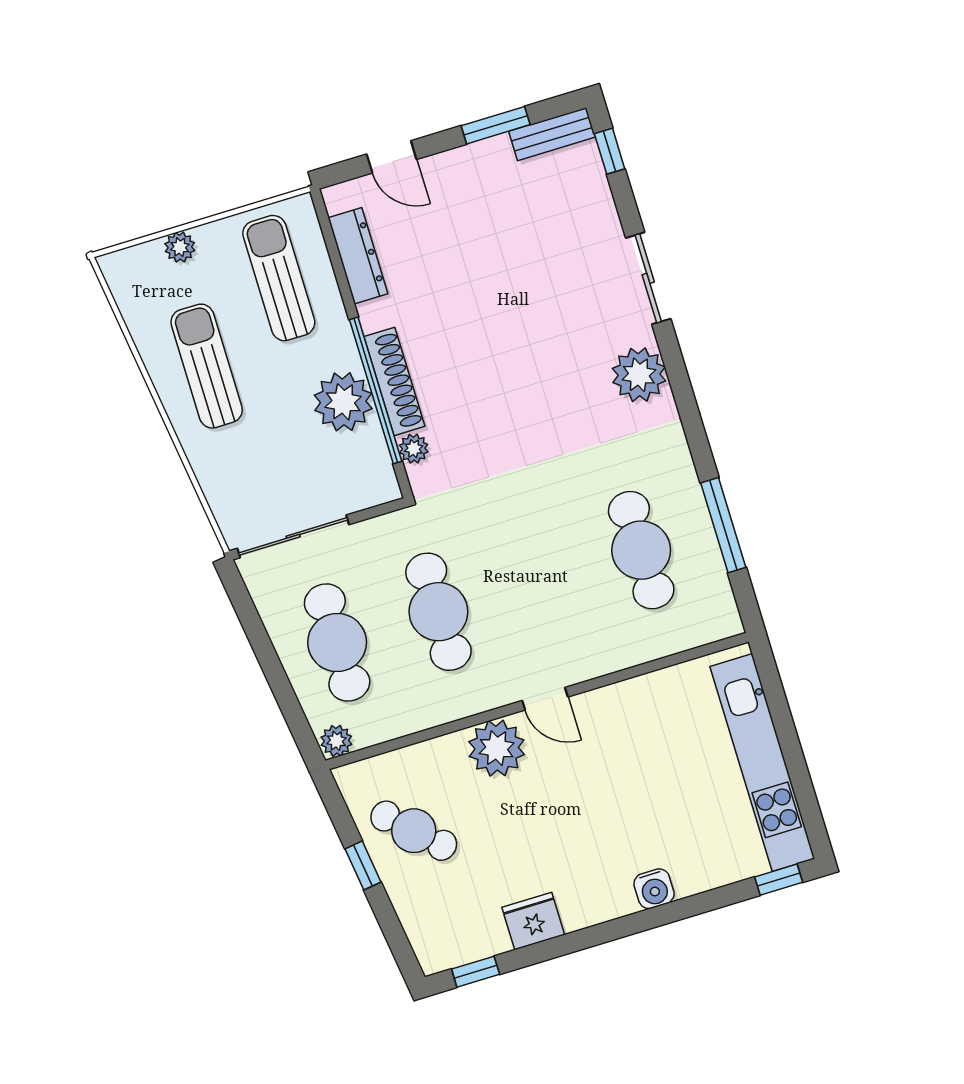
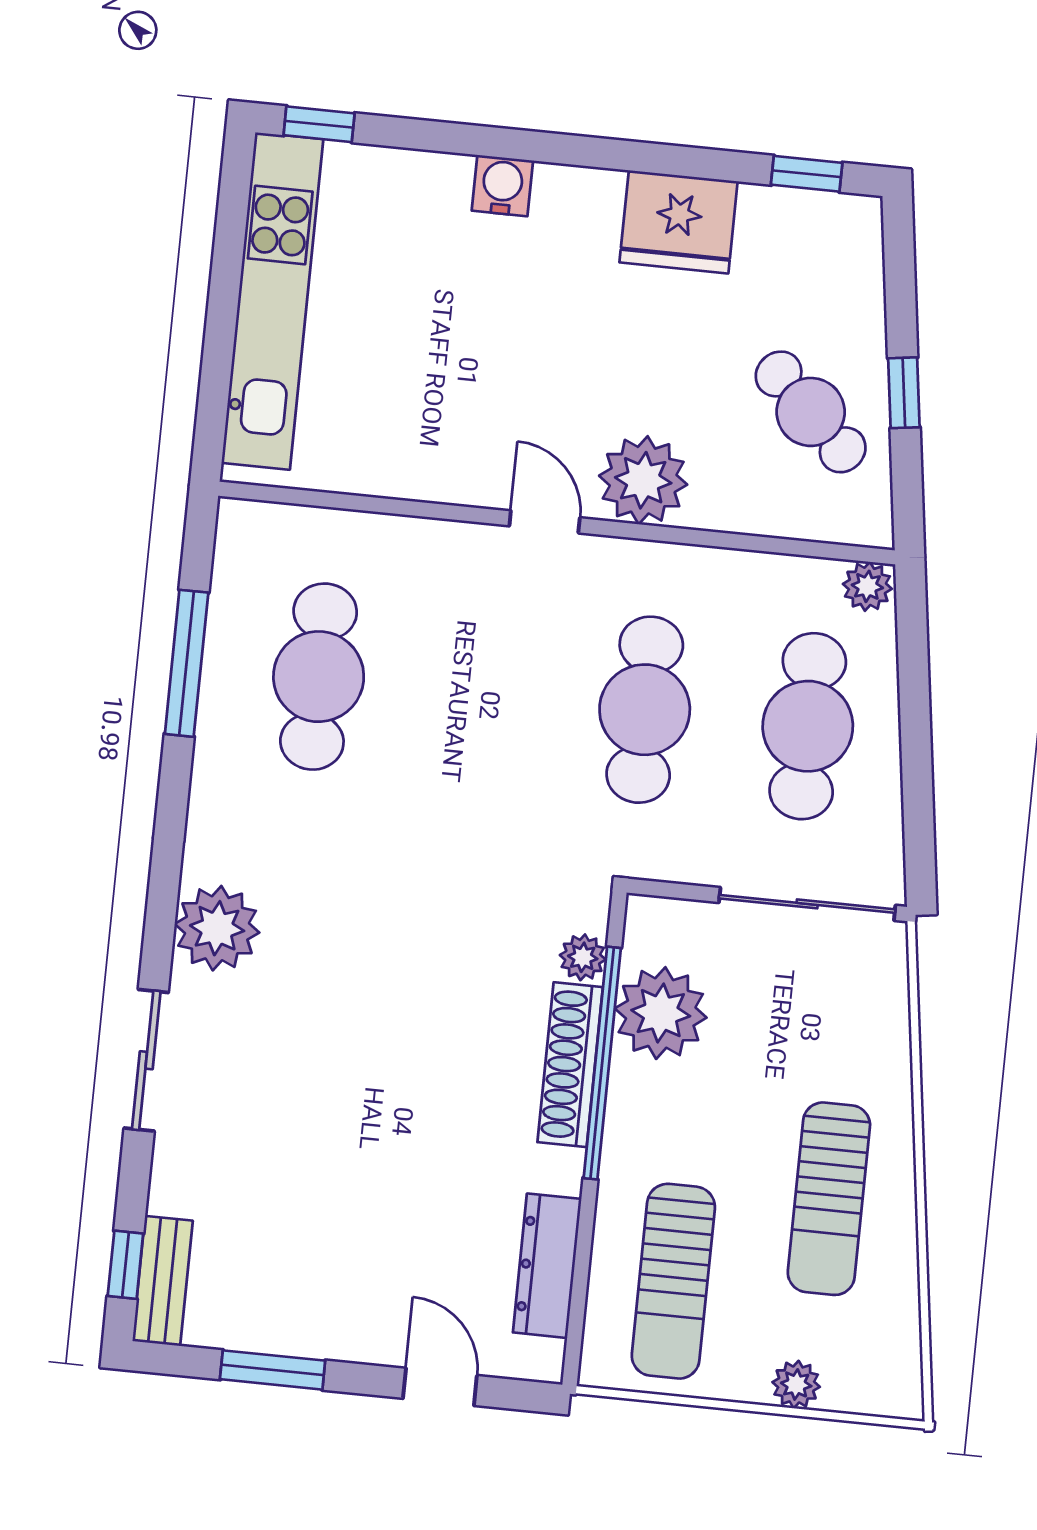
bench: (552, 134) -> (163, 1281), moved, turned 90
plant: (343, 402) -> (661, 1013), moved
fridge: (533, 921) -> (679, 222), width x1.36, depth x1.34

